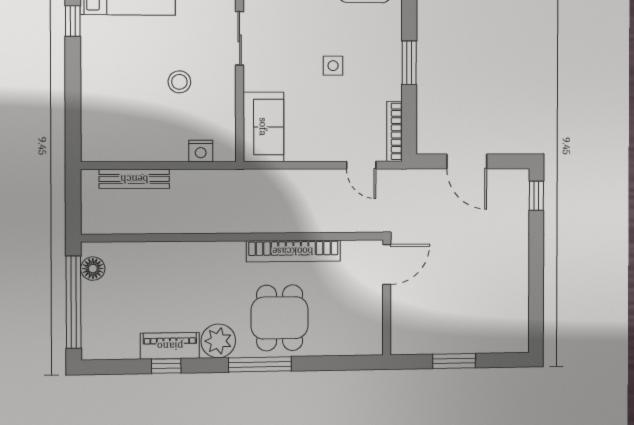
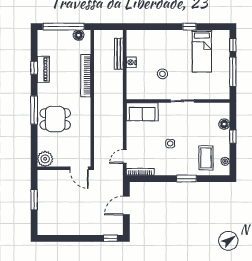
window: (409, 63) -> (187, 179), moved
nightstand: (201, 151) -> (131, 62), moved
bookcase: (293, 251) -> (86, 76), moved
plant: (218, 341) -> (45, 159), moved

